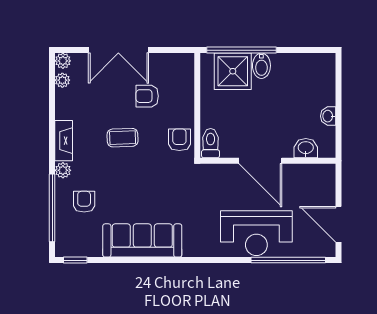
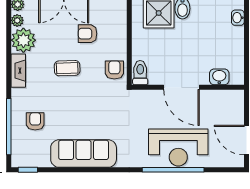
washbasin: (328, 116) -> (238, 18), moved
plant: (63, 170) -> (23, 40), moved, width x1.87, depth x1.87
window: (288, 260) -> (173, 170), moved

